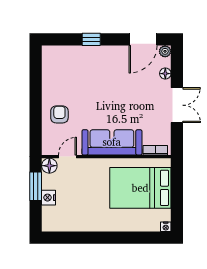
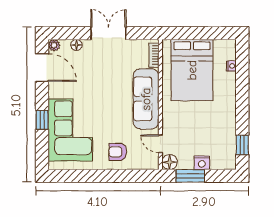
corner sofa: (81, 67) -> (70, 130), added
nightstand: (166, 227) -> (231, 66), moved
window: (66, 238) -> (242, 145), added

